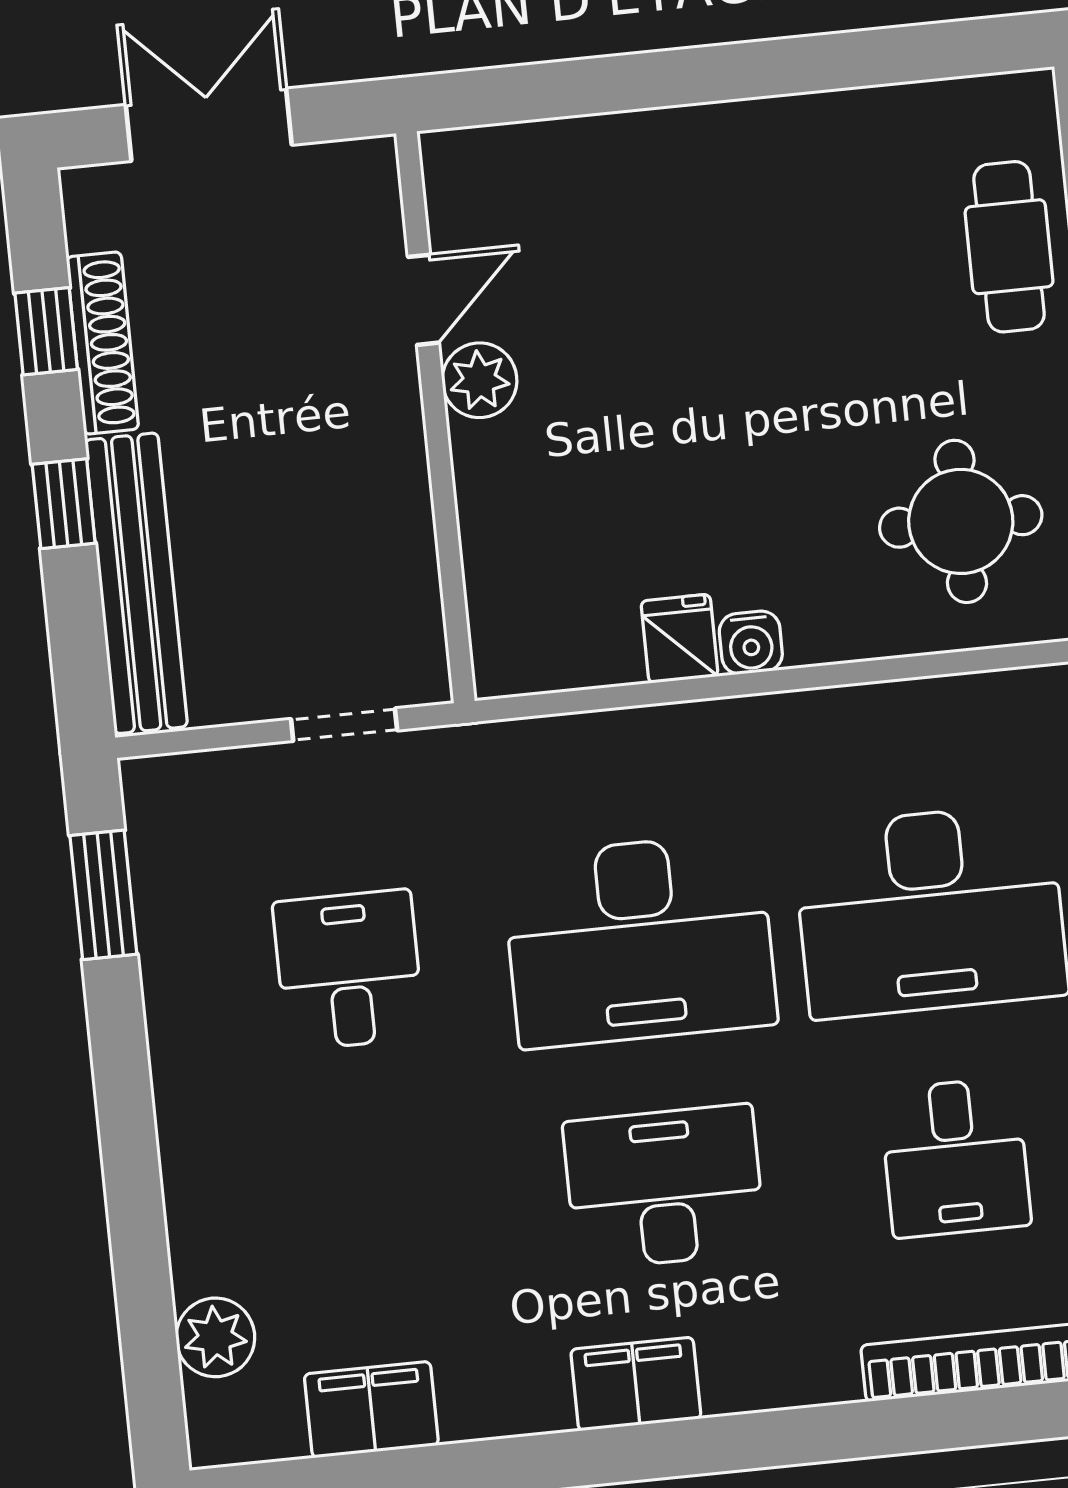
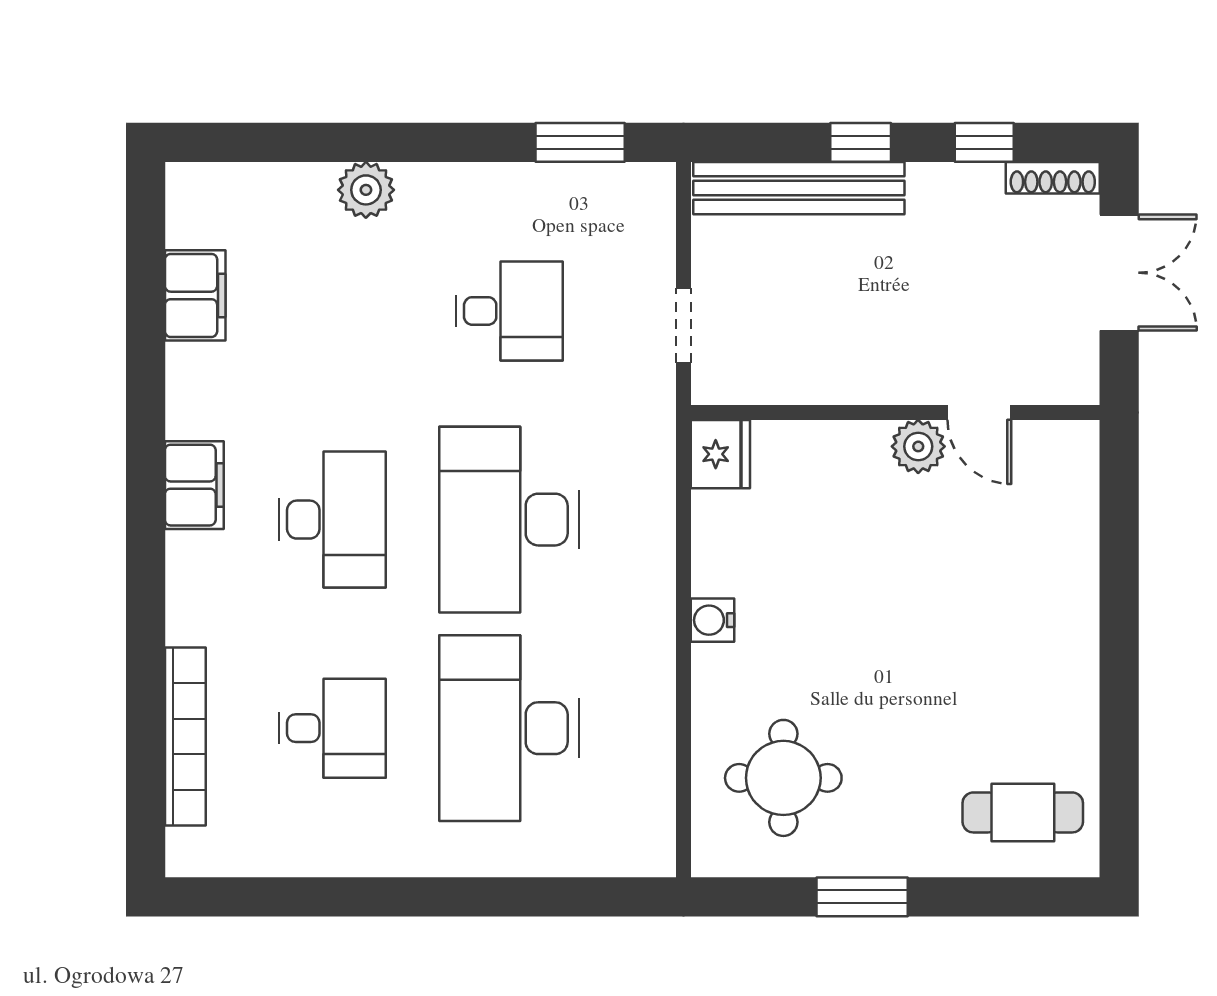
cafe table: (1009, 247) -> (1023, 812), moved
shoe rack: (102, 343) -> (1053, 178), moved, width x0.74, depth x0.81
fridge: (679, 639) -> (720, 454), moved, width x1.38
desk: (955, 1157) -> (332, 728), turned 180
plant: (215, 1337) -> (366, 190), moved

